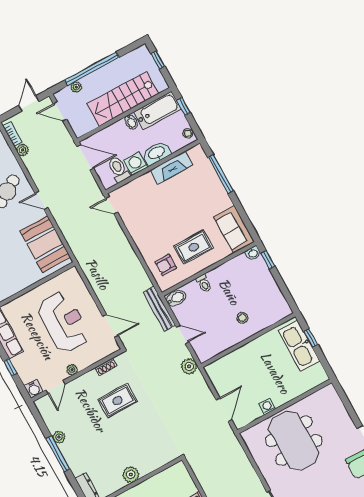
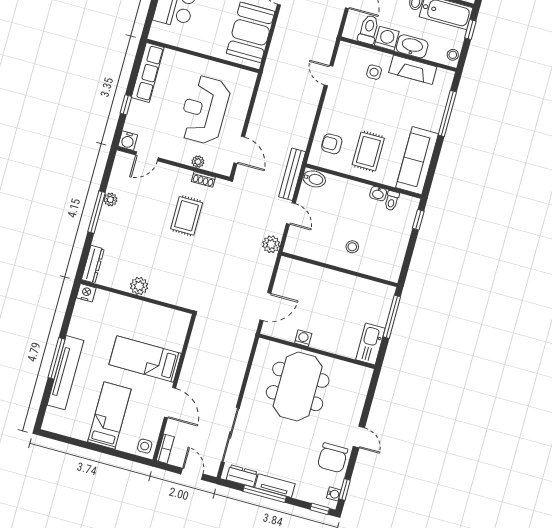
side table: (148, 193) -> (374, 72), added
door: (112, 205) -> (329, 76), moved
sofa: (234, 229) -> (417, 161), width x1.36
rug: (194, 247) -> (368, 151), turned 90
washbasin: (253, 253) -> (378, 194), moved
toilet: (204, 283) -> (392, 201), moved
reception desk: (64, 322) -> (204, 110), turned 180
window: (311, 338) -> (392, 317), width x2.17
kitchen sink: (299, 346) -> (370, 344), moved, width x0.73, depth x0.81
plant: (72, 370) -> (198, 162), moved
rug: (118, 400) -> (187, 216), turned 90

